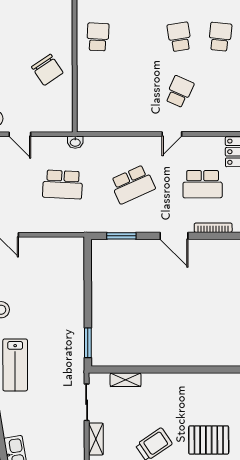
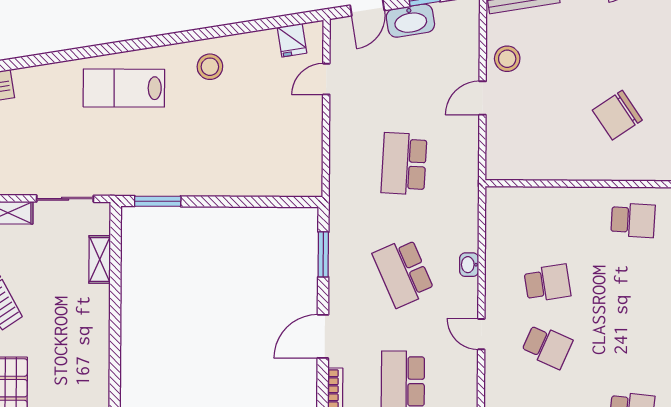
school desk: (179, 37) -> (547, 283), moved
chair: (47, 70) -> (617, 115), moved
washbasin: (75, 142) -> (469, 265), moved

